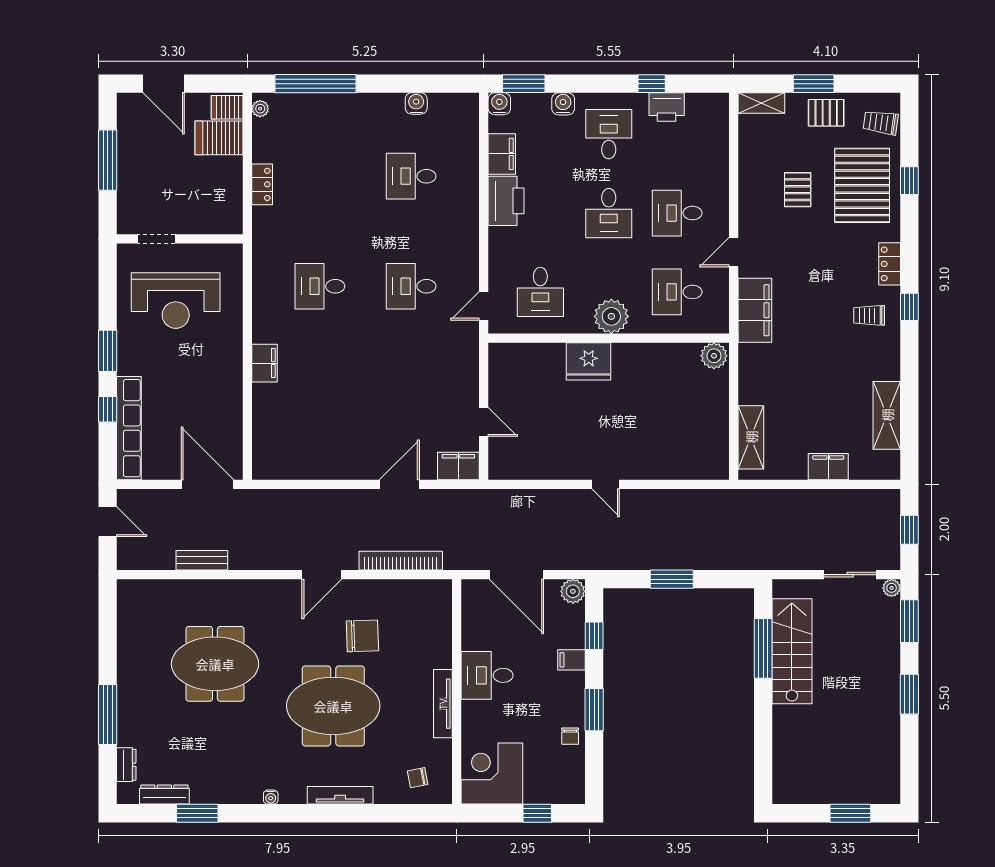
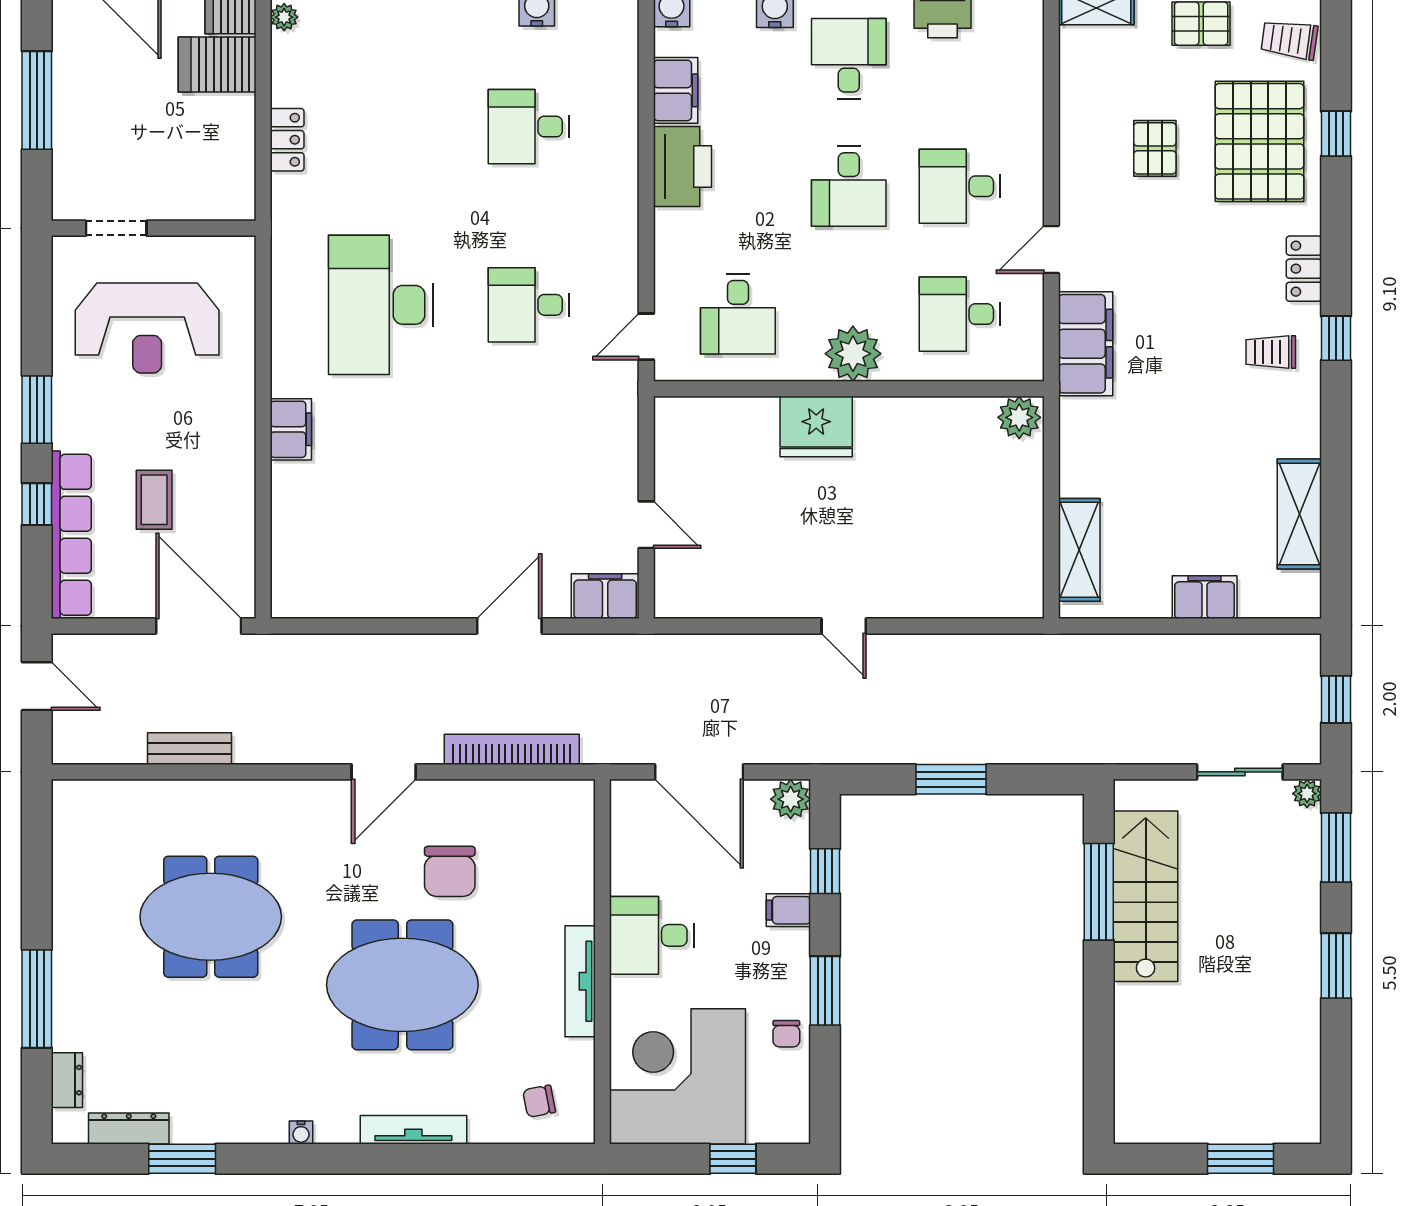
desk: (320, 286) -> (381, 305), width x1.87, depth x1.30
coffee table: (180, 407) -> (154, 500), added
chair: (362, 636) -> (450, 871), turned 92
corner desk: (492, 774) -> (678, 1076), width x1.36, depth x1.36

